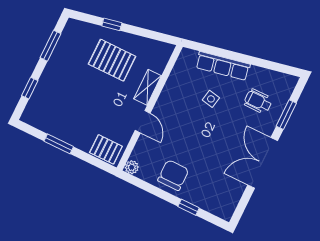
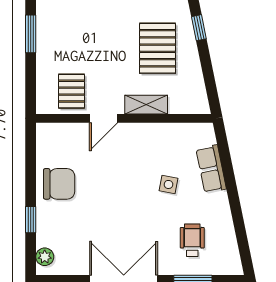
row of seats: (223, 66) -> (211, 169), width x0.68
pallet: (106, 149) -> (71, 91), moved
plant: (132, 167) -> (45, 257), moved

